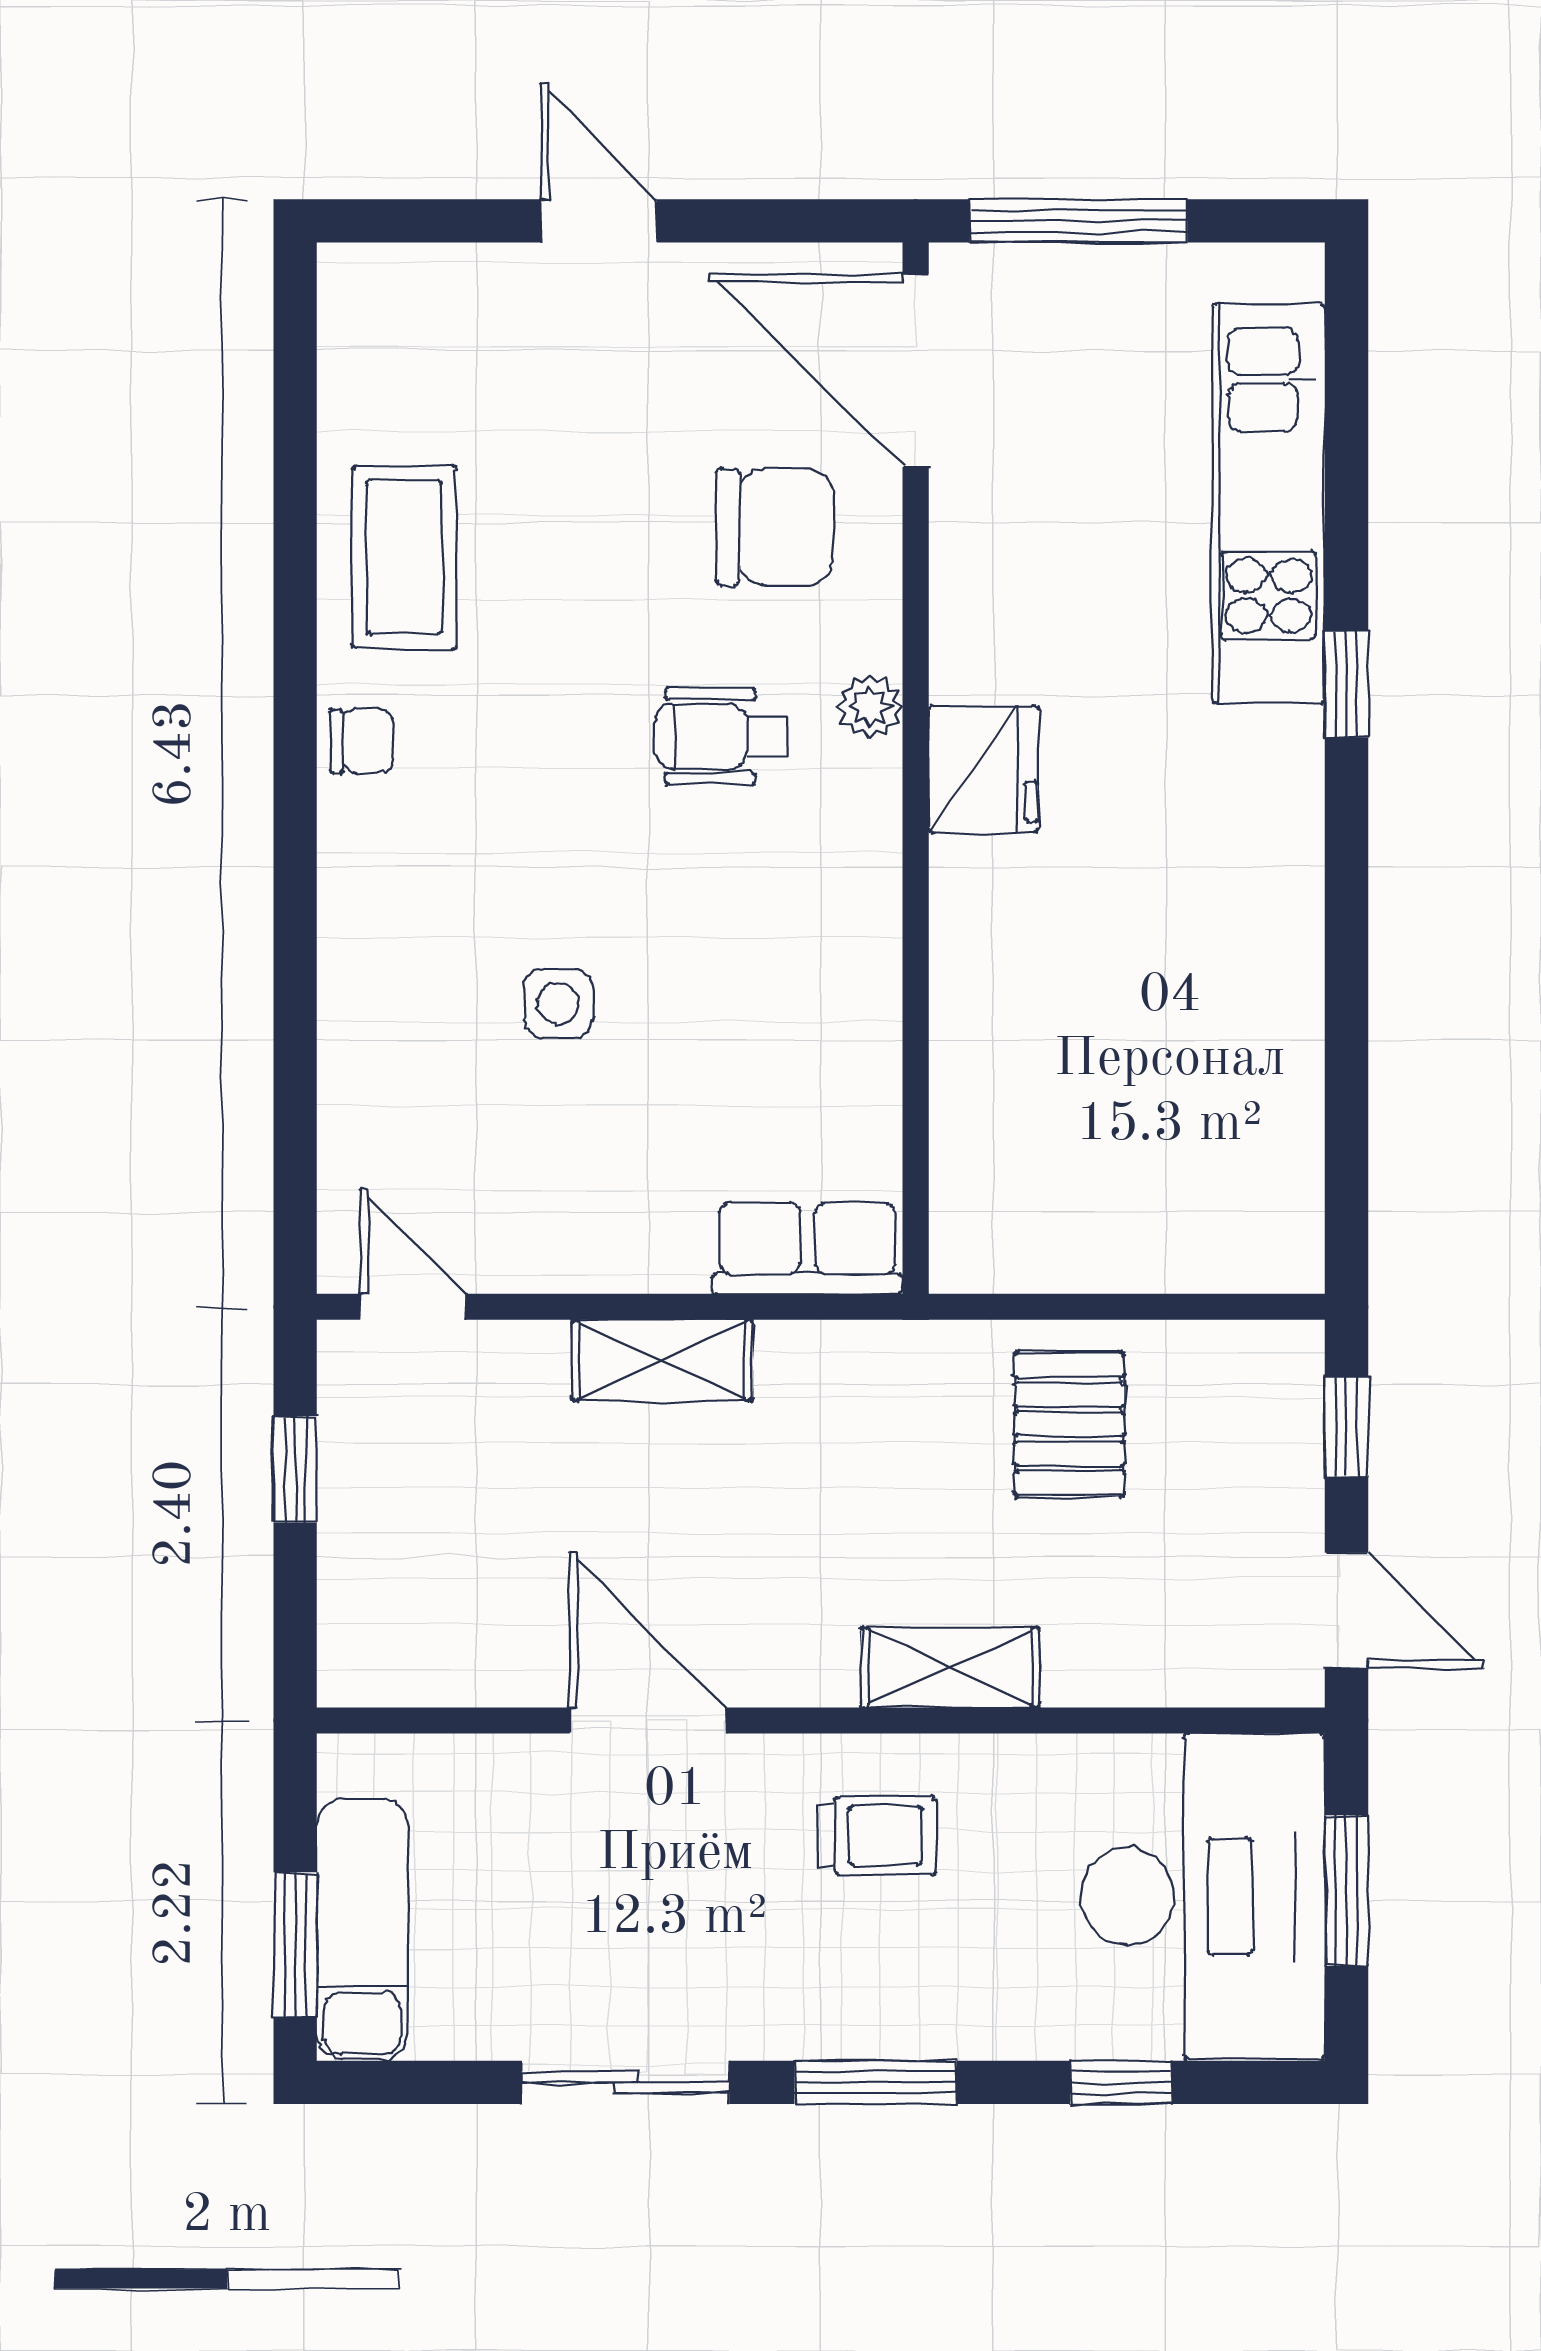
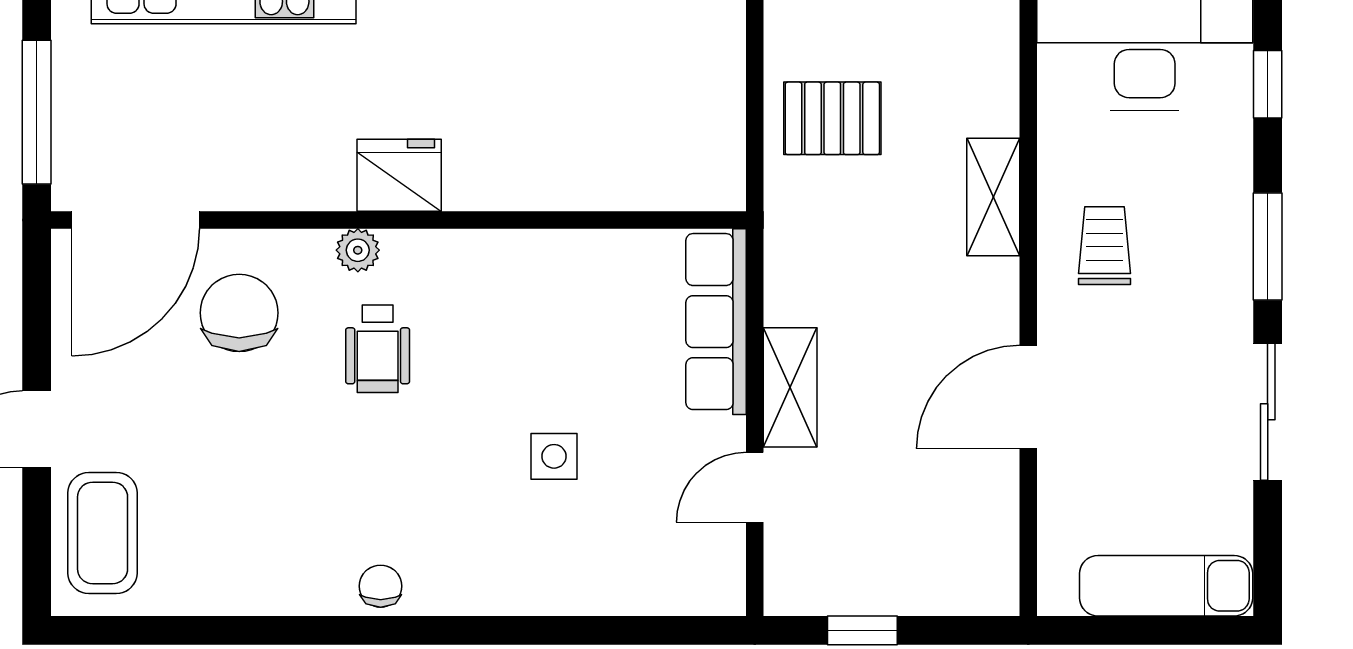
coffee table: (404, 557) -> (103, 533), moved, turned 90
row of seats: (807, 1248) -> (716, 322), width x1.48
door: (413, 1307) -> (755, 487), moved
window: (295, 1945) -> (1177, 630), removed

